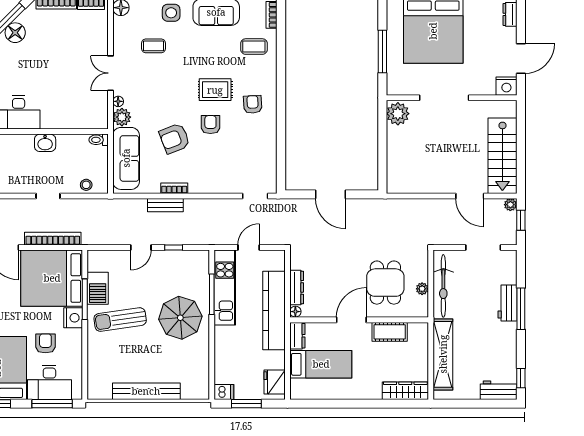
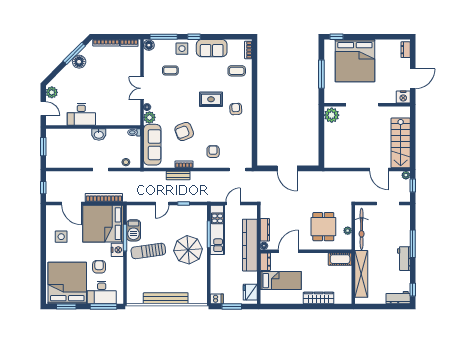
armchair: (210, 125) -> (213, 152), moved
workbench: (507, 303) -> (404, 259), moved
door: (351, 320) -> (288, 251), moved
cot: (390, 332) -> (340, 259), moved
wardrobe: (405, 391) -> (319, 298), moved

